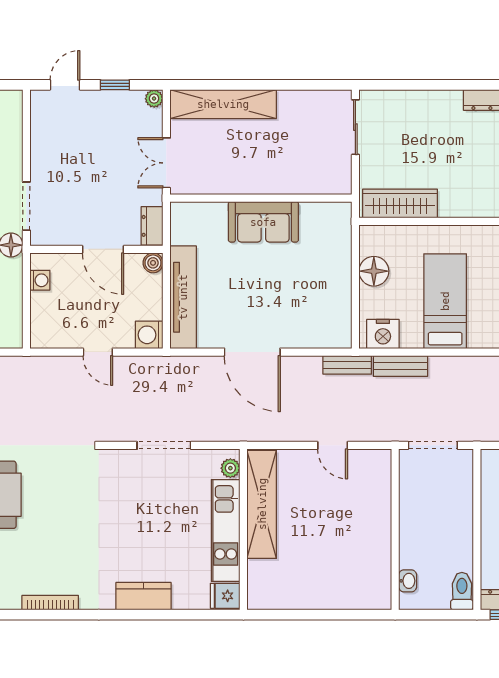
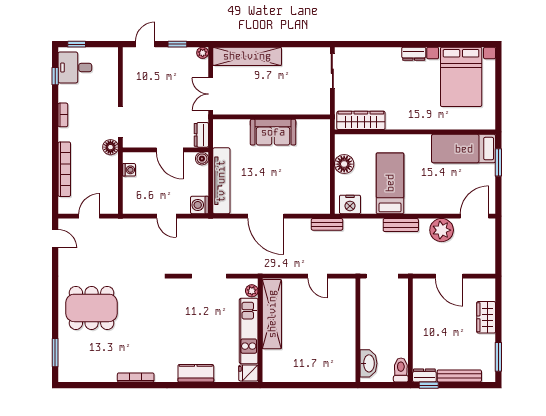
bench: (401, 366) -> (401, 225), moved
washbasin: (408, 581) -> (368, 363), width x1.91, depth x1.45

